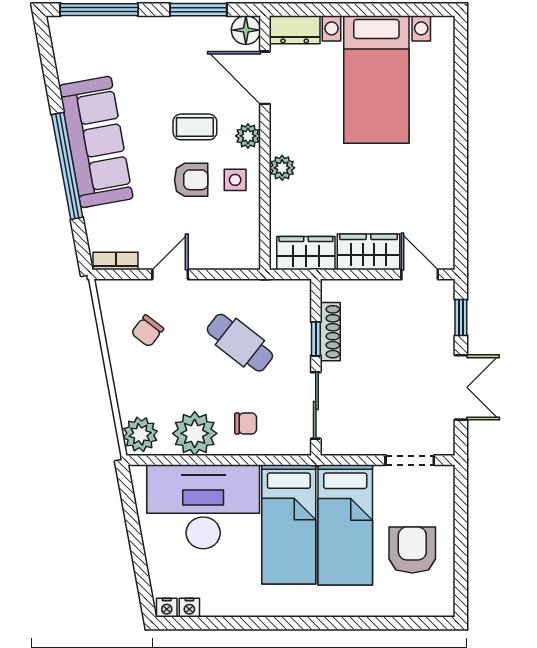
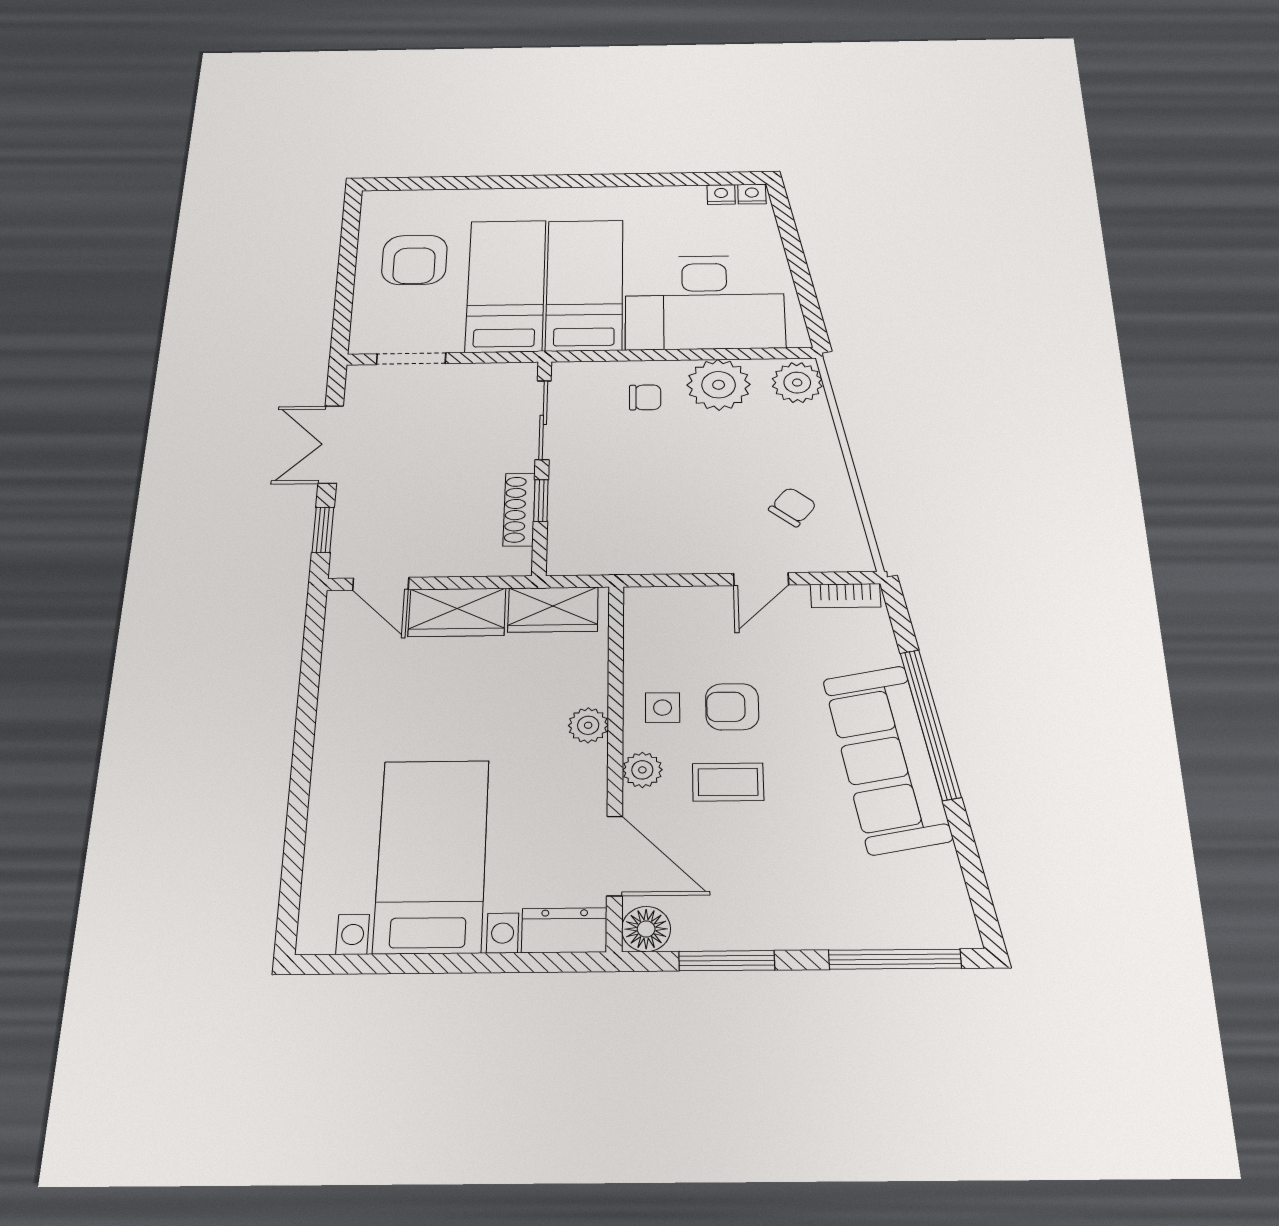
cafe table: (240, 343) -> (654, 494), removed
chair: (246, 423) -> (645, 397), turned 180

